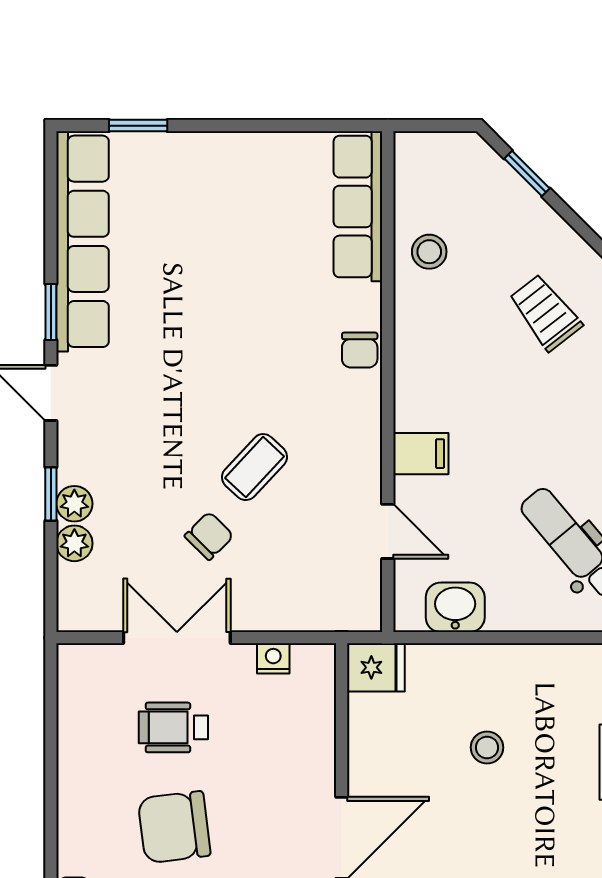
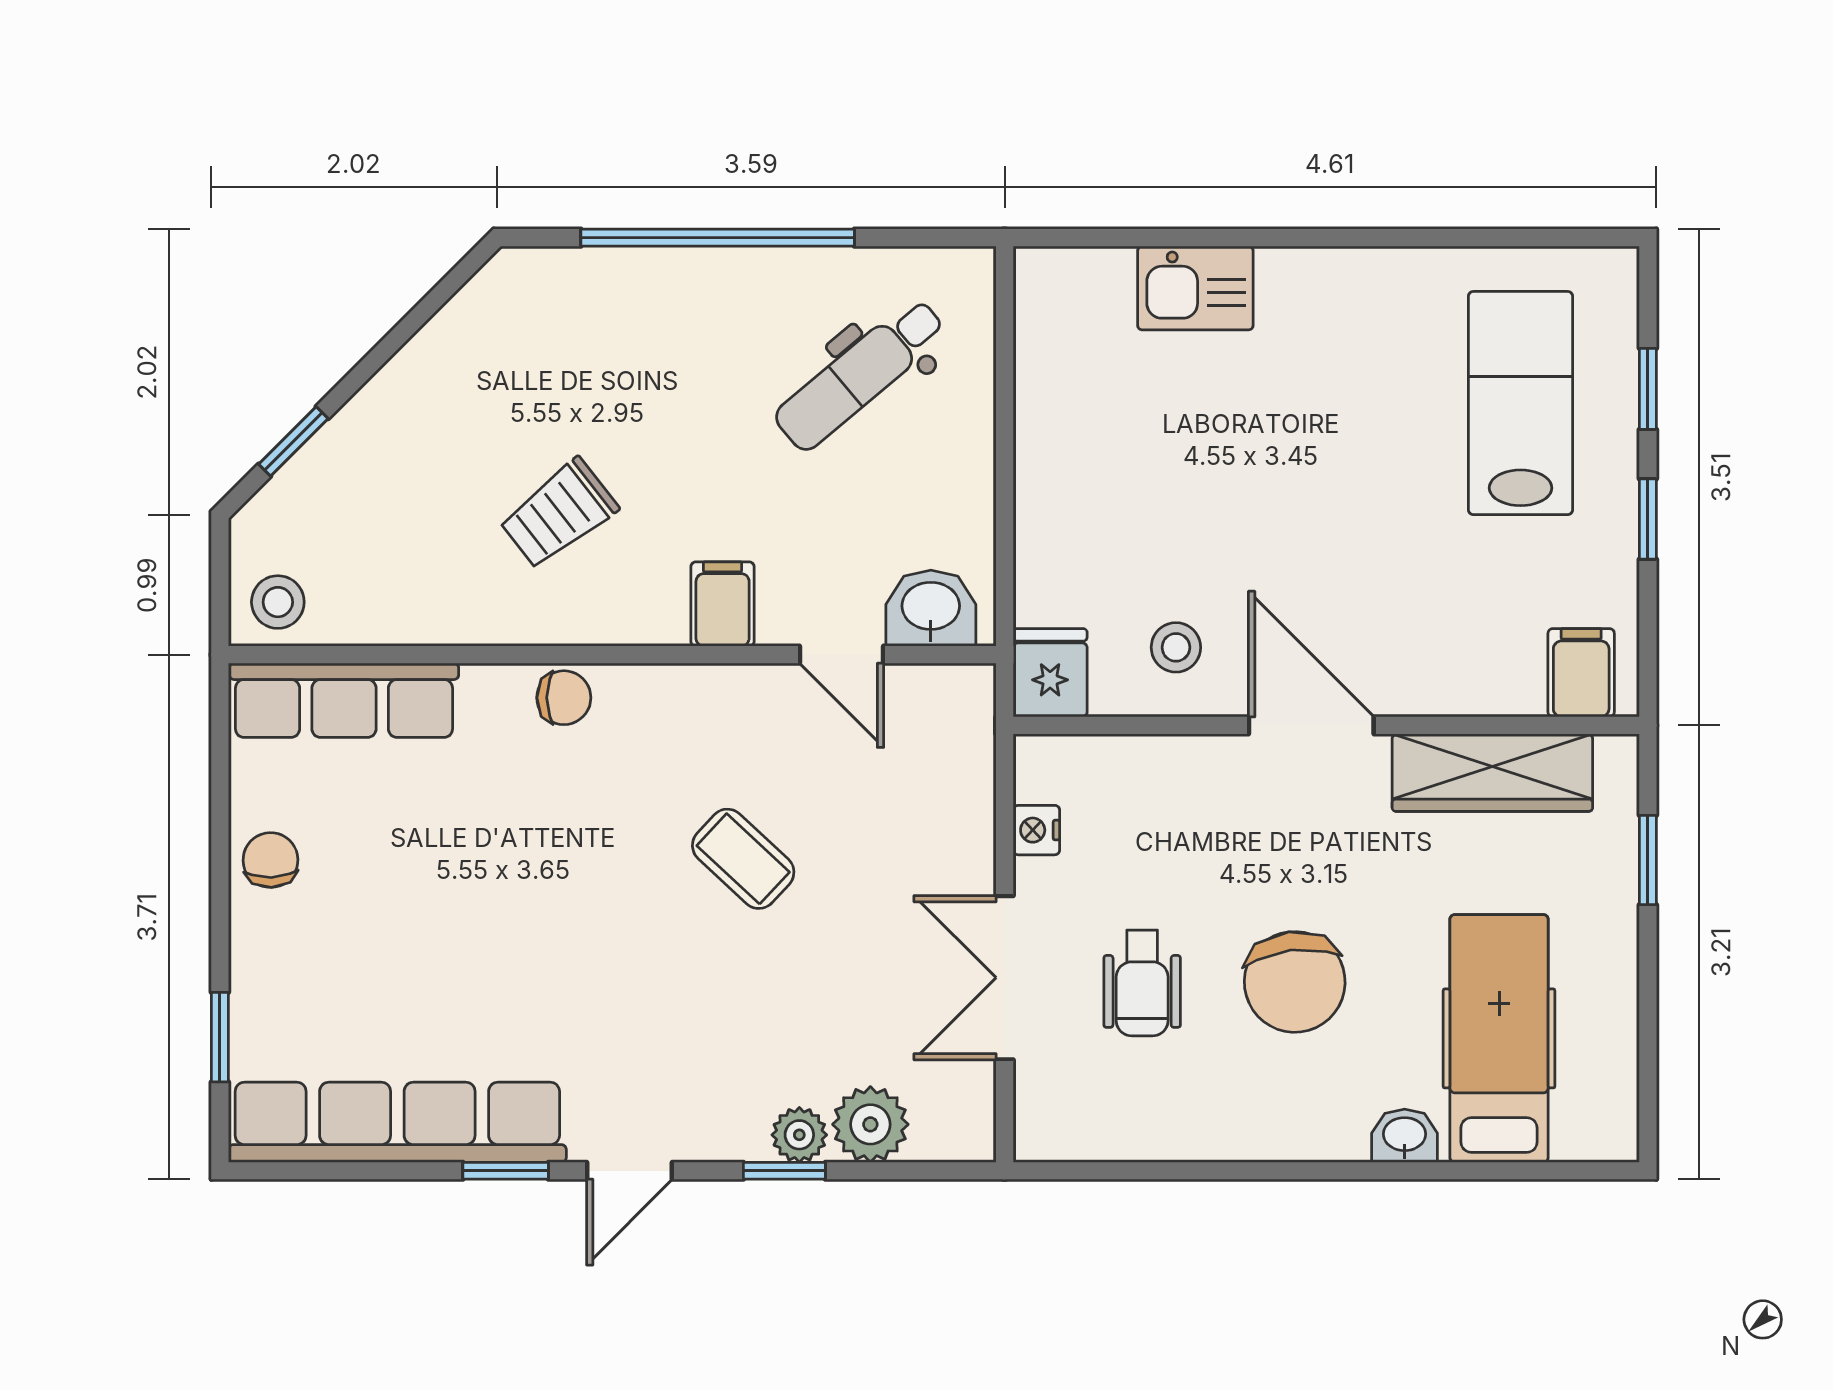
stool: (429, 252) -> (278, 602), moved
trolley: (545, 312) -> (559, 514), moved
door: (388, 531) -> (842, 655), swing flipped
chair: (209, 536) -> (271, 860), moved, turned 43
plant: (74, 543) -> (870, 1124), width x1.38, depth x1.38
washbasin: (455, 607) -> (931, 608), moved, turned 90
stool: (487, 747) -> (1176, 647), moved

